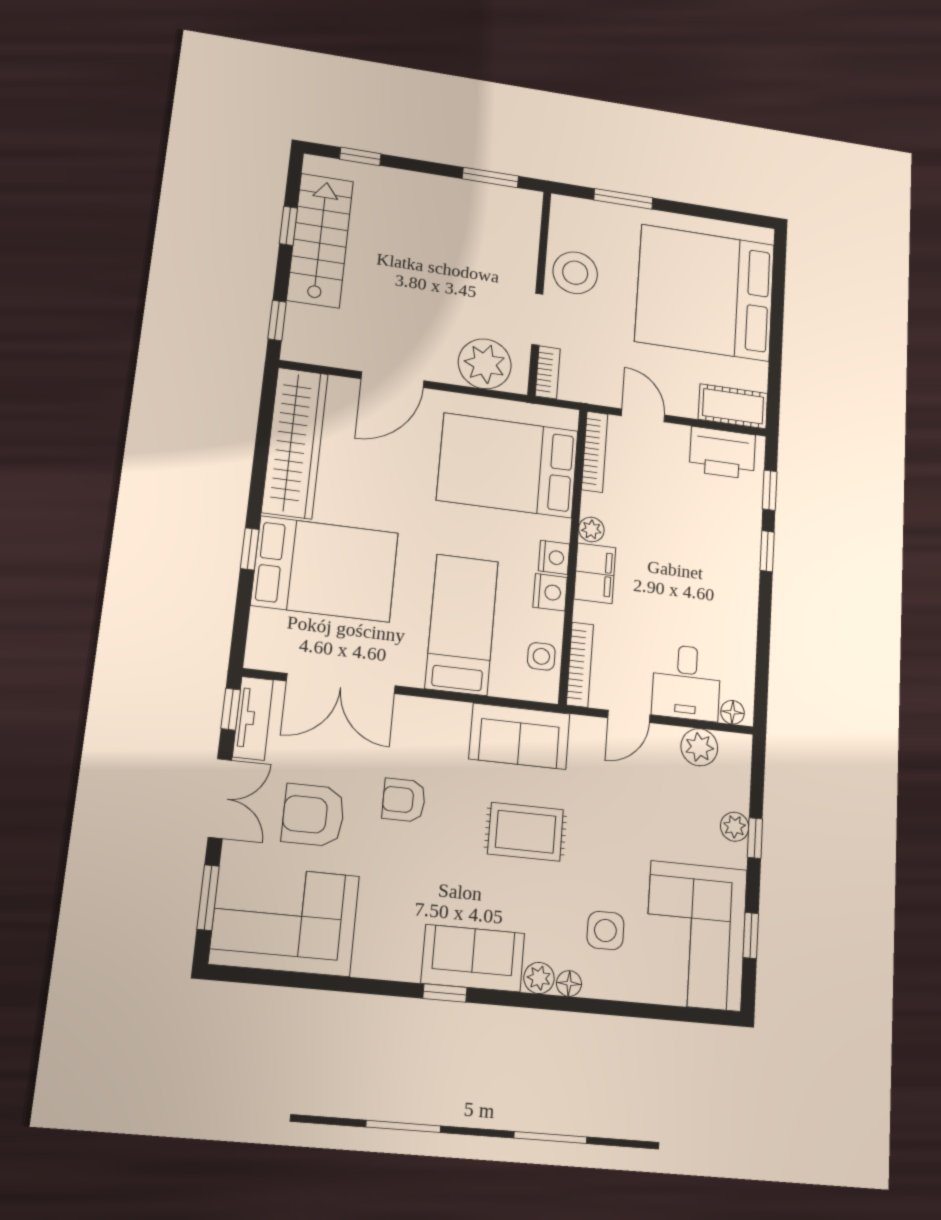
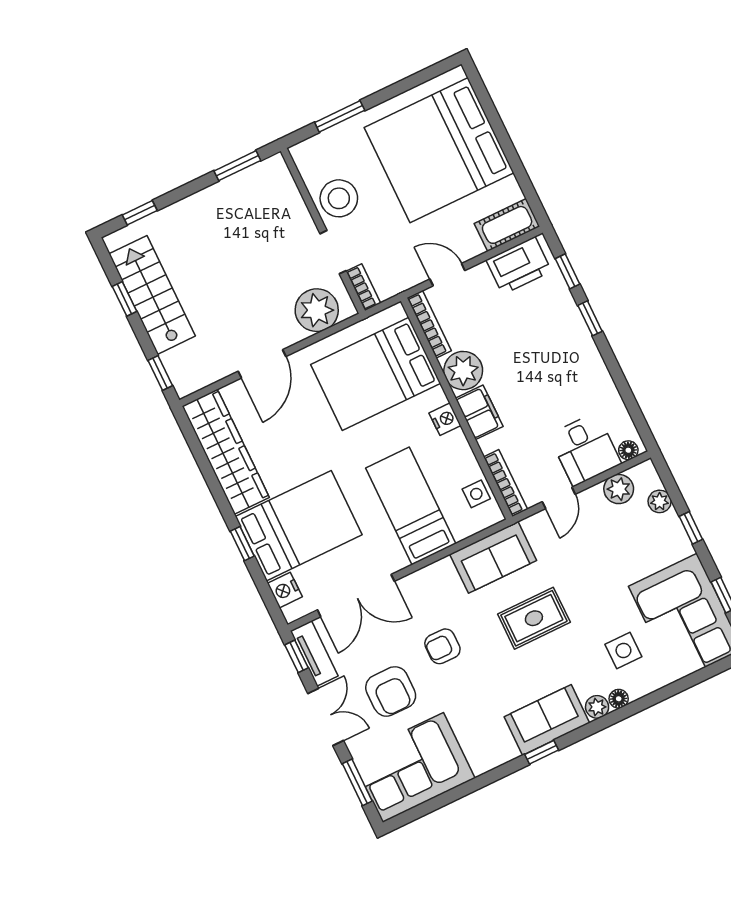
plant: (591, 529) -> (463, 371), width x1.87, depth x1.87
nightstand: (550, 592) -> (285, 590), moved, turned 180
armchair: (313, 815) -> (391, 691), turned -90
plant: (735, 827) -> (660, 501), moved

